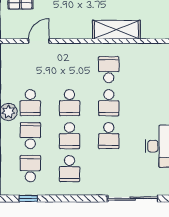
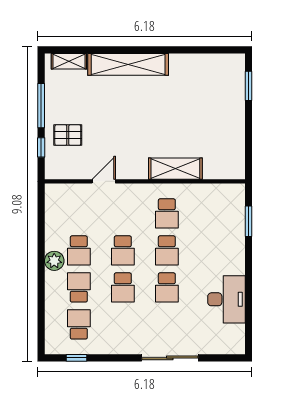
door: (39, 41) -> (104, 181), moved
school desk: (109, 70) -> (167, 213), turned 180
school desk: (70, 169) -> (123, 324), removed
sliding door: (133, 198) -> (170, 358), moved

